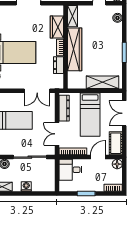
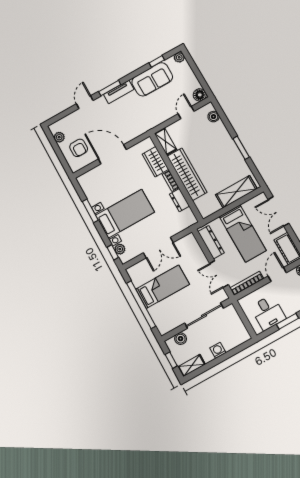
double door: (37, 91) -> (158, 248), moved
desk: (70, 170) -> (268, 313), moved, turned -90

